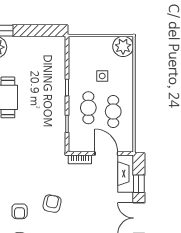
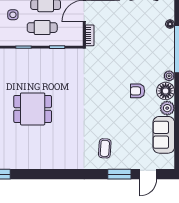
armchair: (52, 204) -> (130, 61), removed
armchair: (20, 211) -> (137, 91), turned 180

